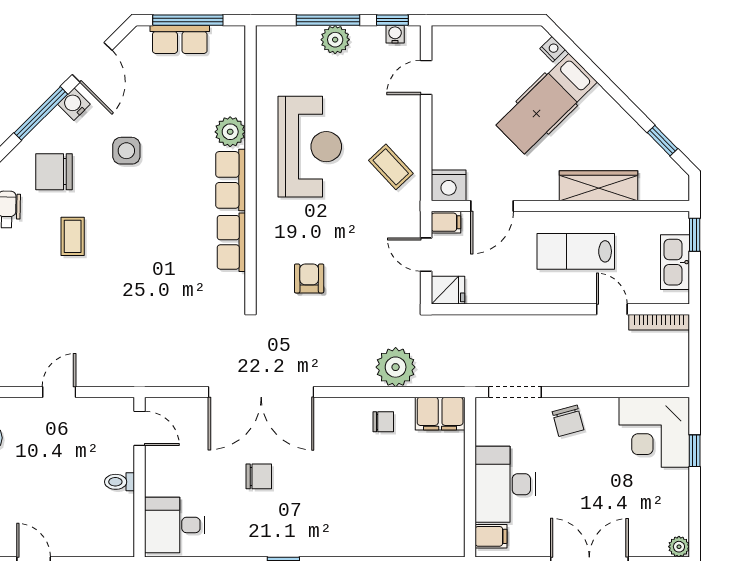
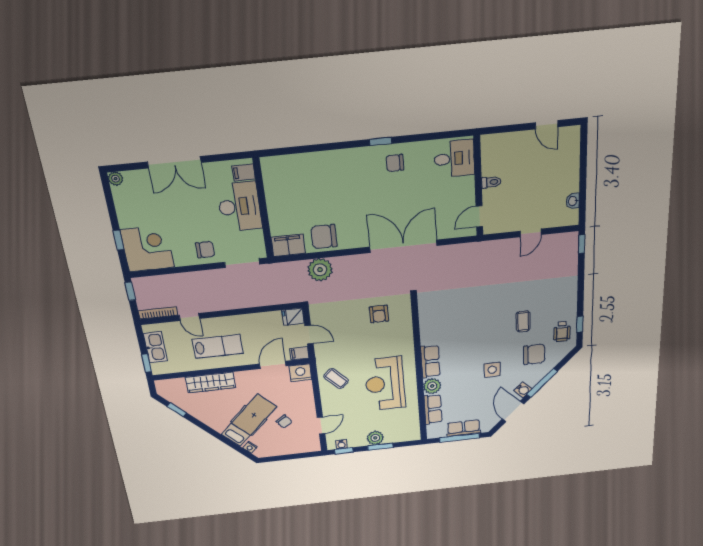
window: (328, 20) -> (380, 447), width x0.69
chair: (488, 94) -> (284, 421), added
row of seats: (231, 242) -> (433, 409), moved
window: (695, 365) -> (130, 291), added
chair: (568, 421) -> (205, 250), turned 105
chair: (383, 422) -> (324, 237), width x1.87, depth x1.87
door: (139, 428) -> (479, 216), hinge flipped
chair: (259, 476) -> (395, 163), moved

